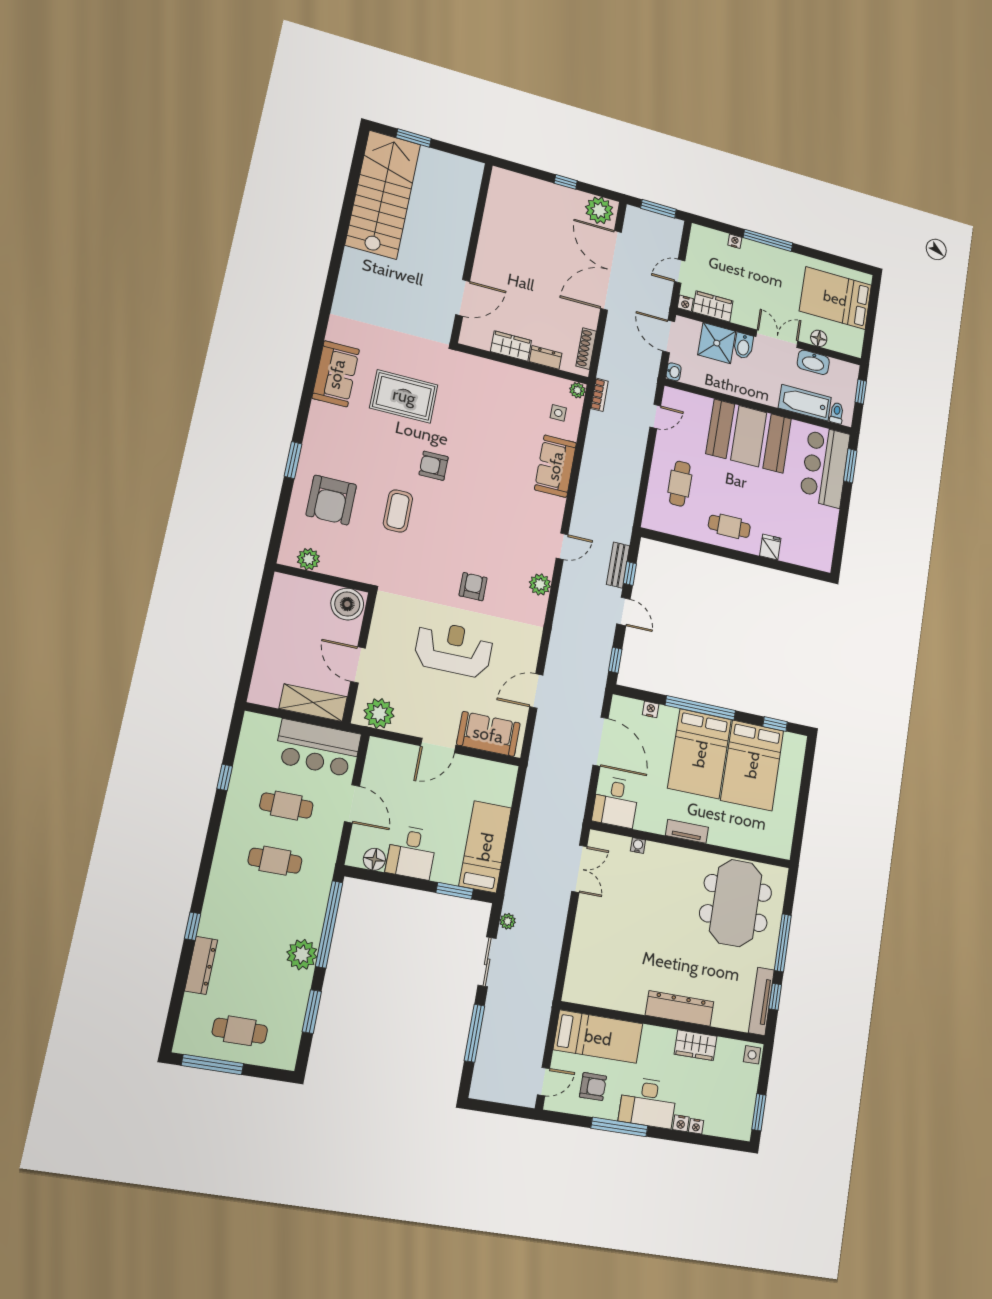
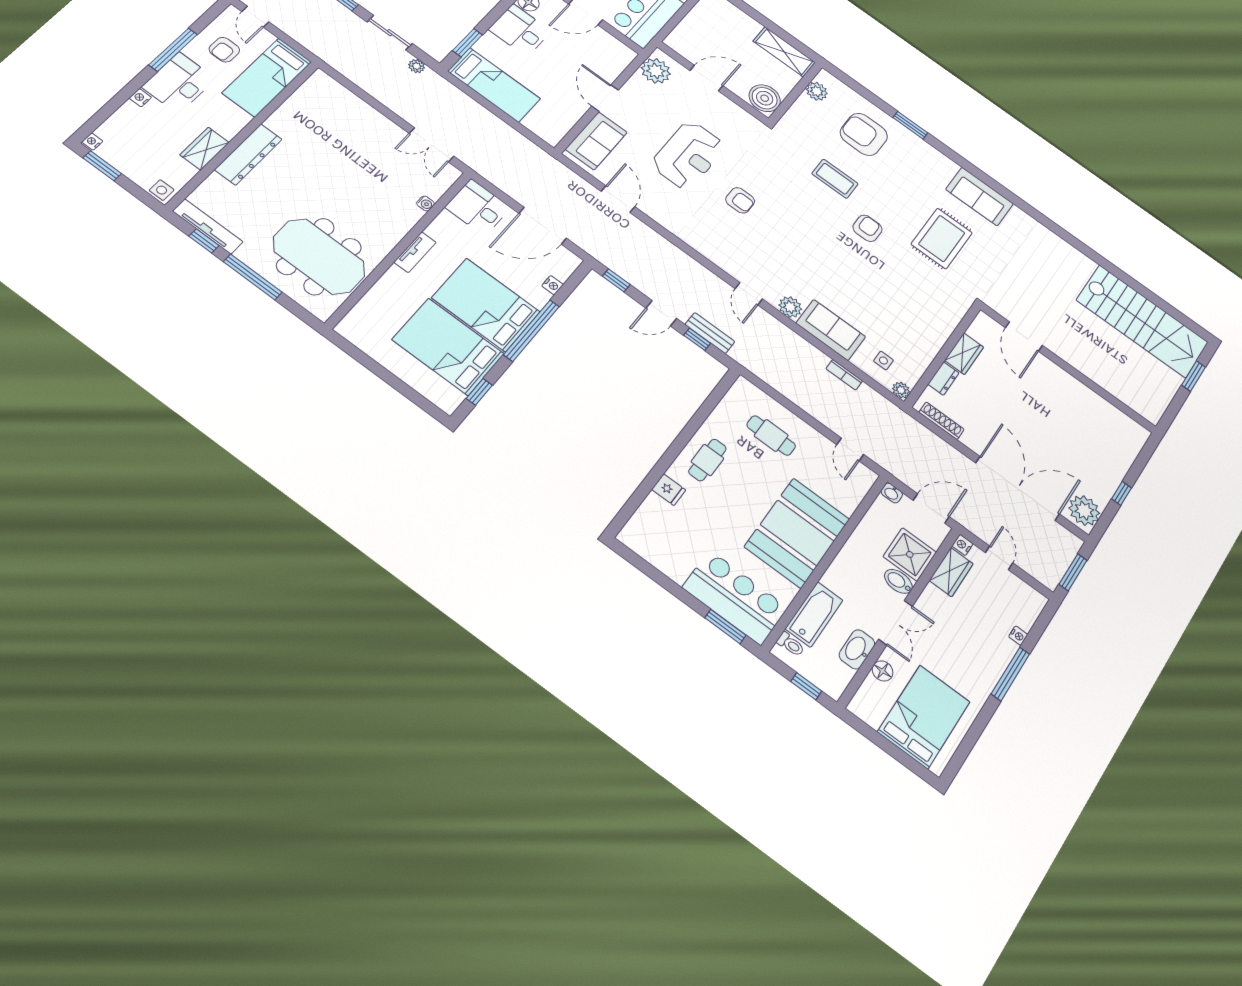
bookcase: (599, 395) -> (844, 375), moved
plant: (540, 584) -> (790, 307), moved
shelving: (313, 703) -> (784, 52), moved, turned 90
nightstand: (696, 1126) -> (92, 142), moved

